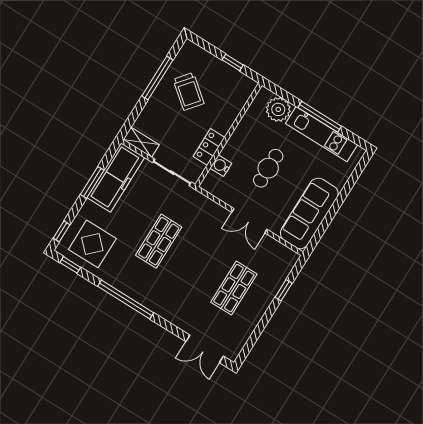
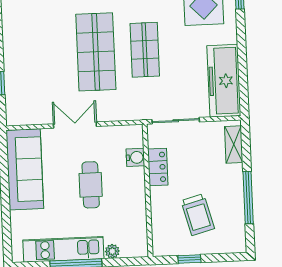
trolley: (189, 92) -> (198, 215), moved, turned -144
plant: (278, 109) -> (112, 251), width x0.53, depth x0.53
shelving: (141, 142) -> (234, 145), moved, turned 90
window: (92, 182) -> (242, 61), removed
shop shelf: (234, 288) -> (96, 52), moved, width x1.43, depth x1.36

